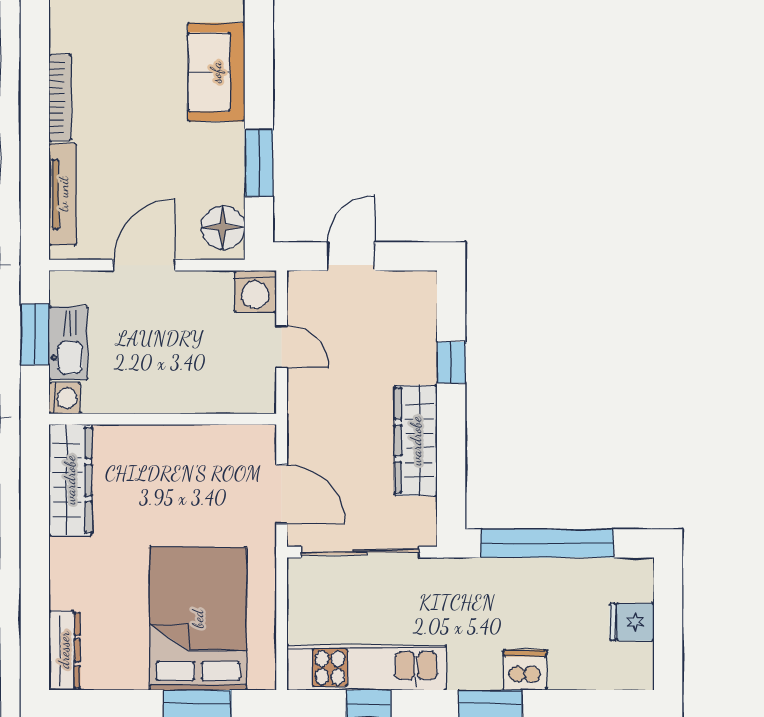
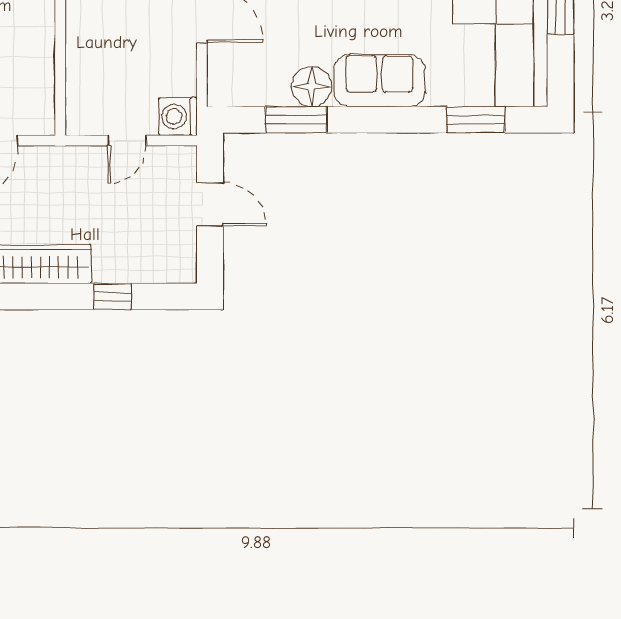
floor lamp: (223, 227) -> (312, 87), moved

